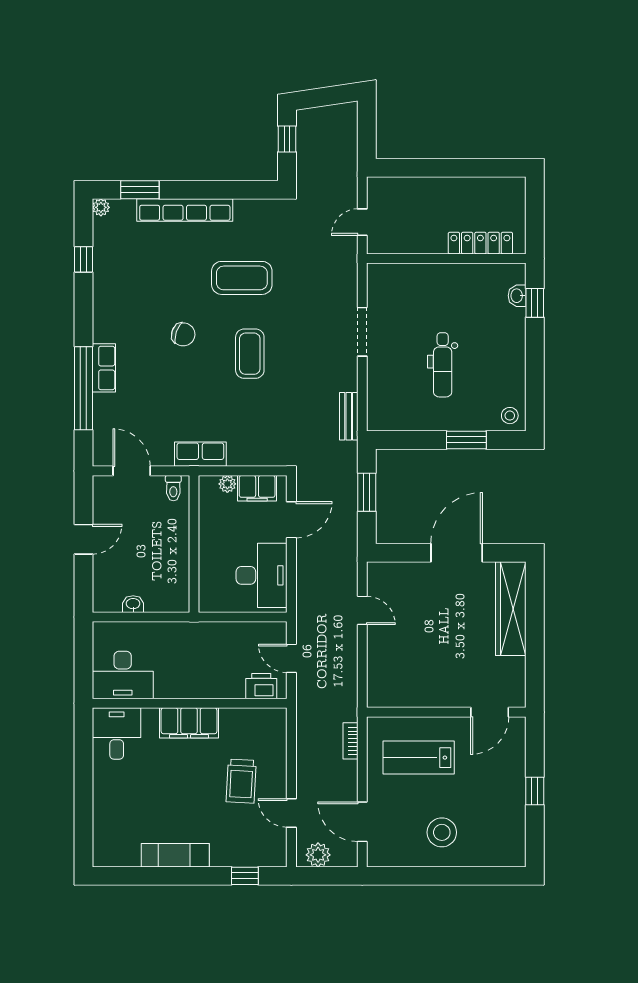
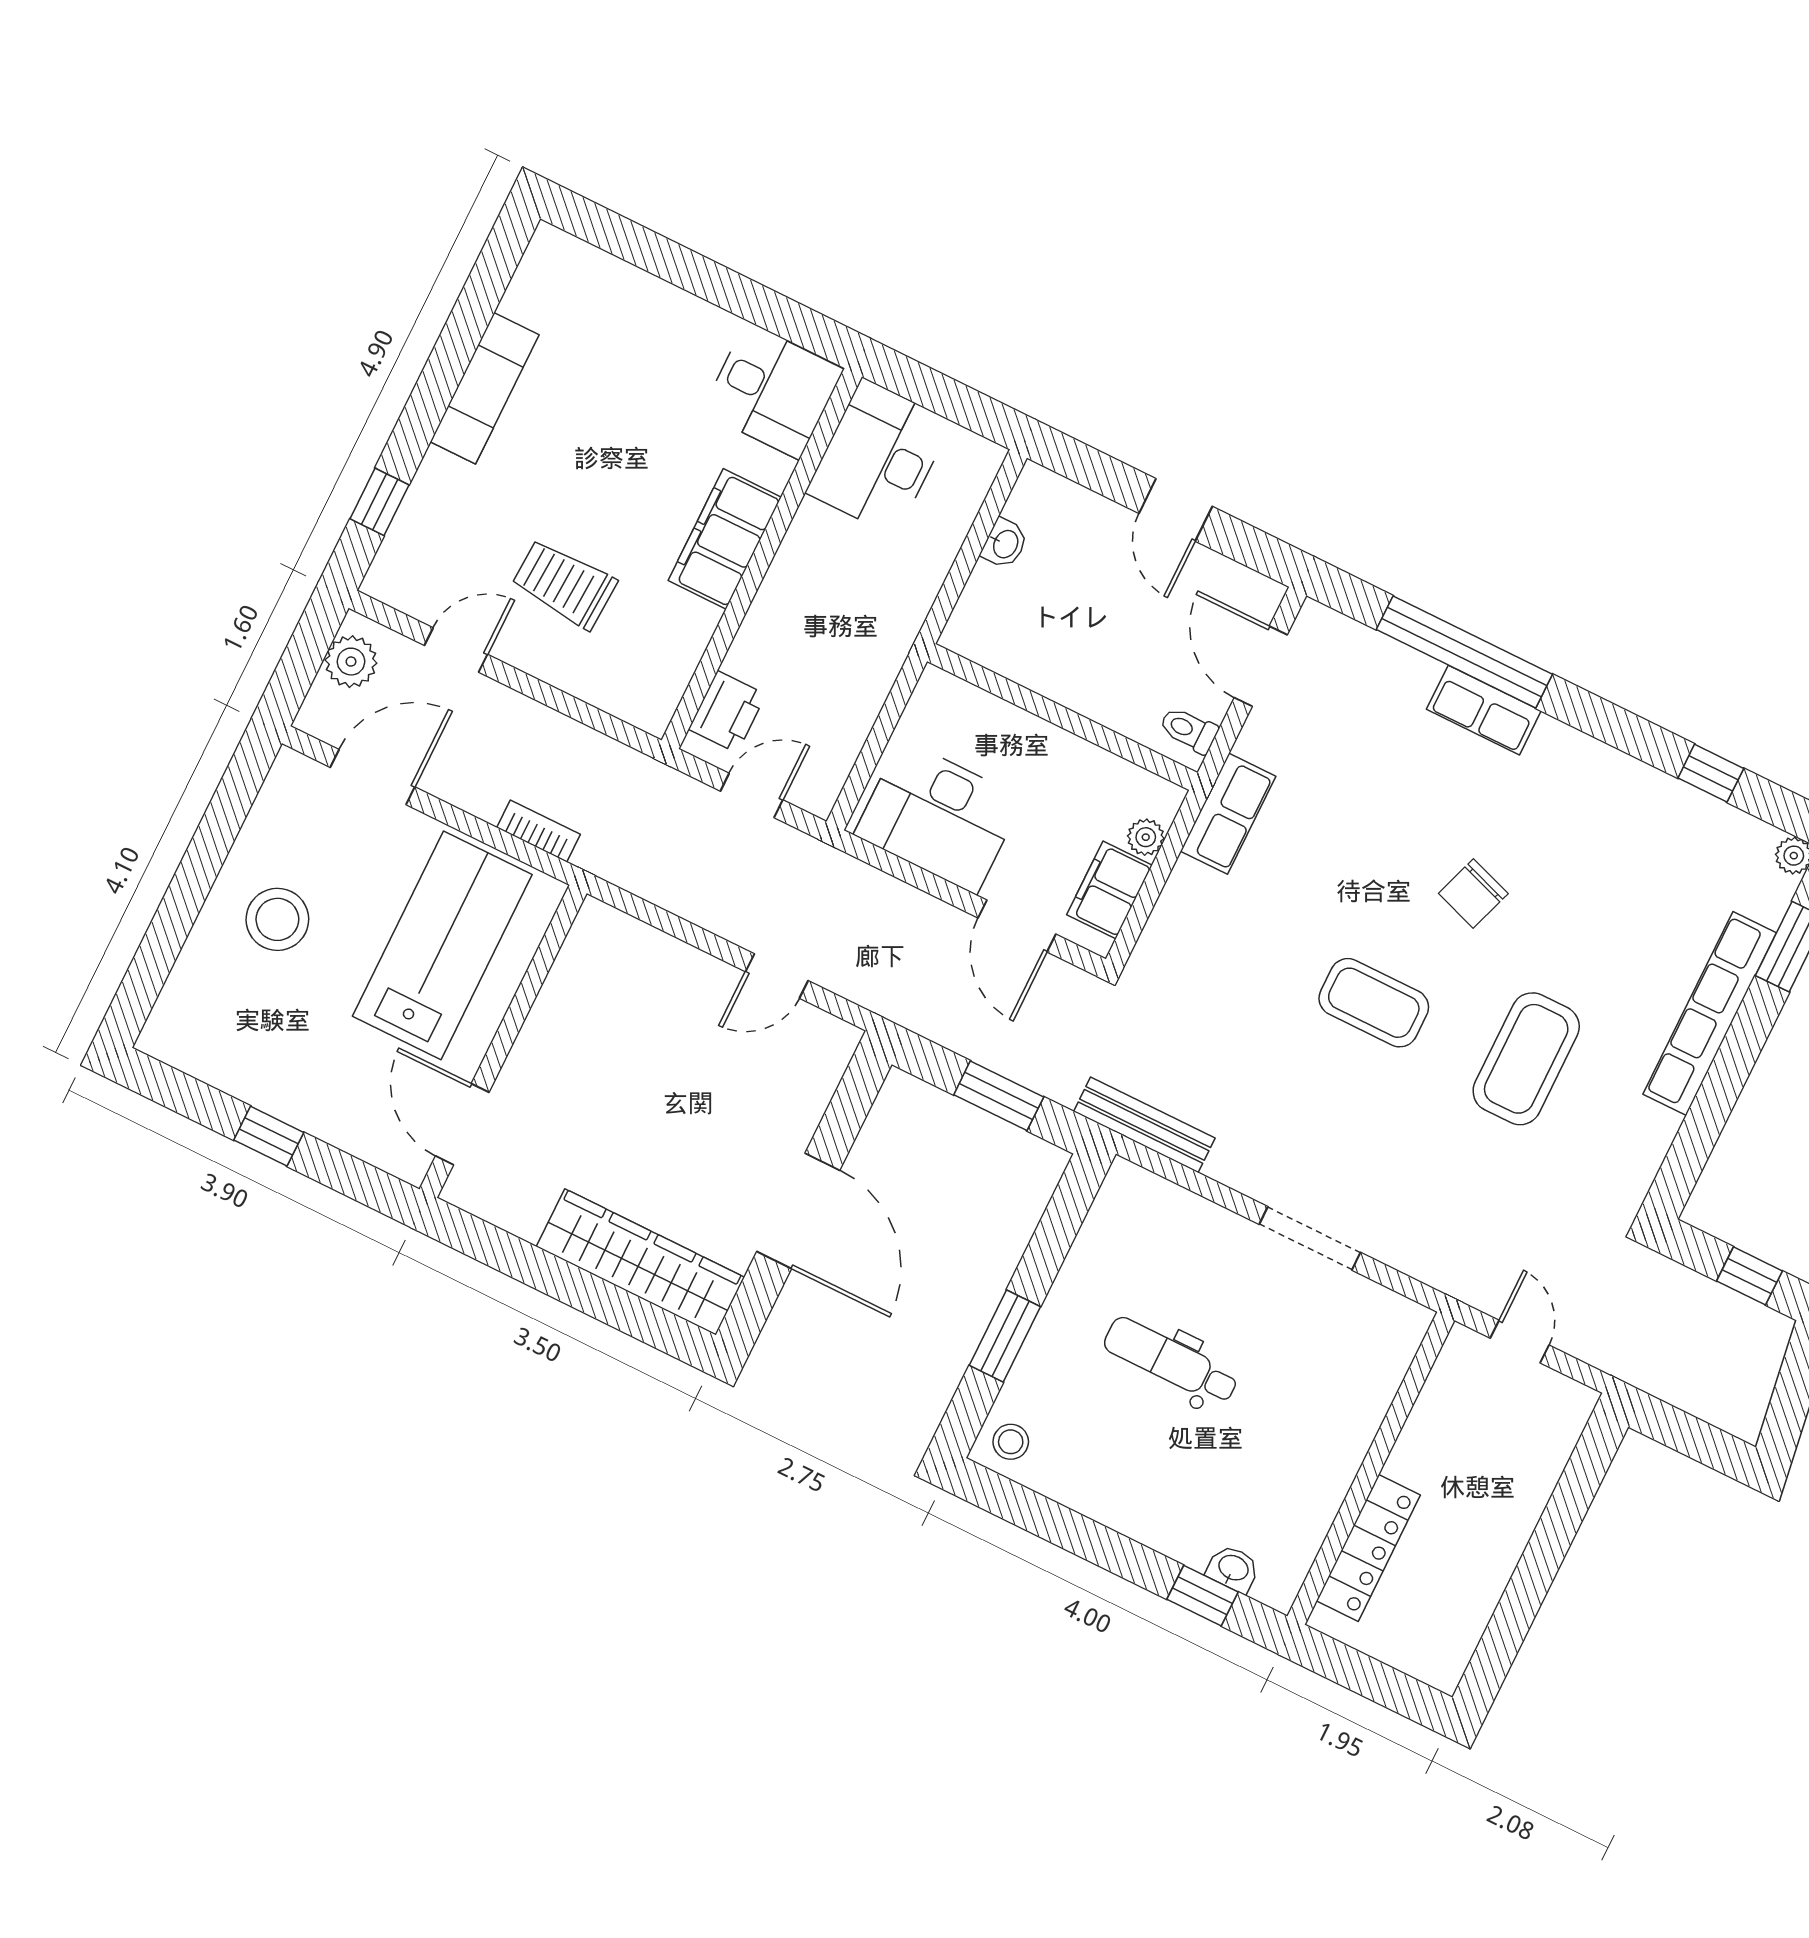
bench: (349, 416) -> (1144, 1125), width x1.36
door: (132, 471) -> (1261, 666), swing flipped
lab bench: (419, 758) -> (442, 945), width x1.36, depth x1.39

